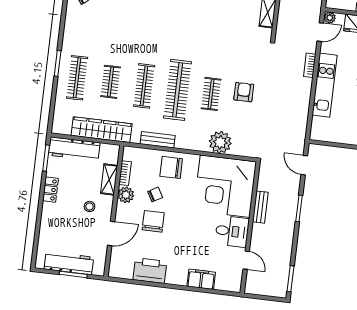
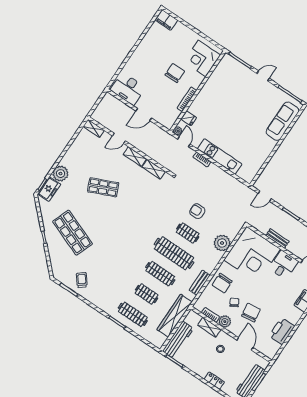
locker: (51, 190) -> (214, 381), moved
chair: (153, 221) -> (251, 313), turned 81

